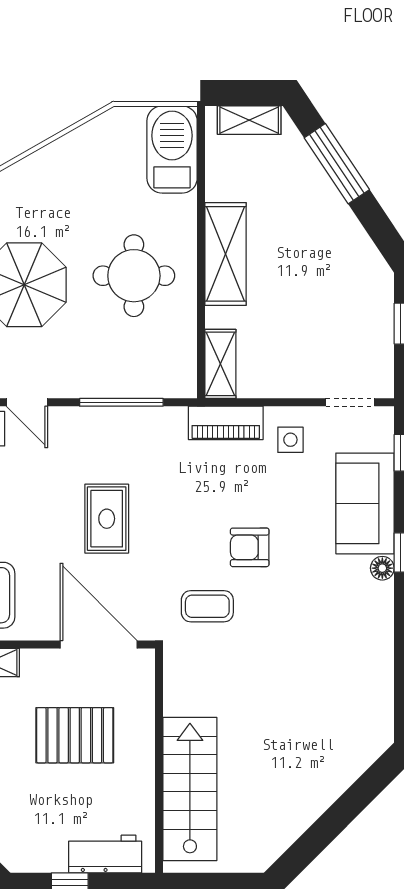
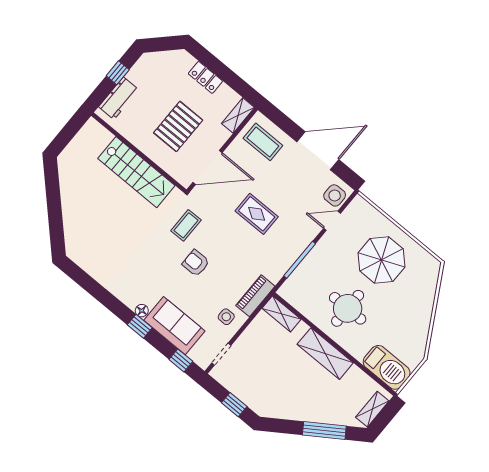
armchair: (250, 547) -> (196, 263), turned -90
stairs: (190, 789) -> (136, 172), moved

